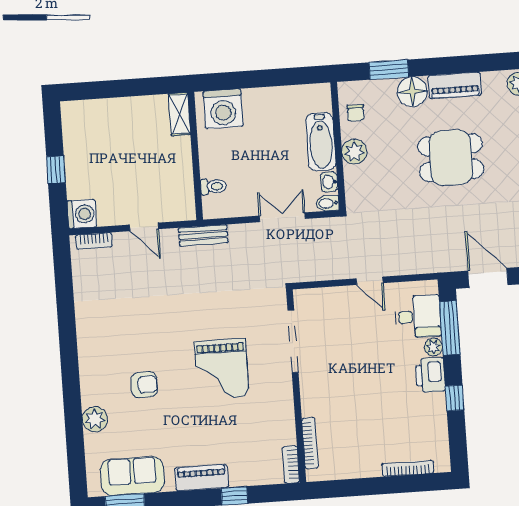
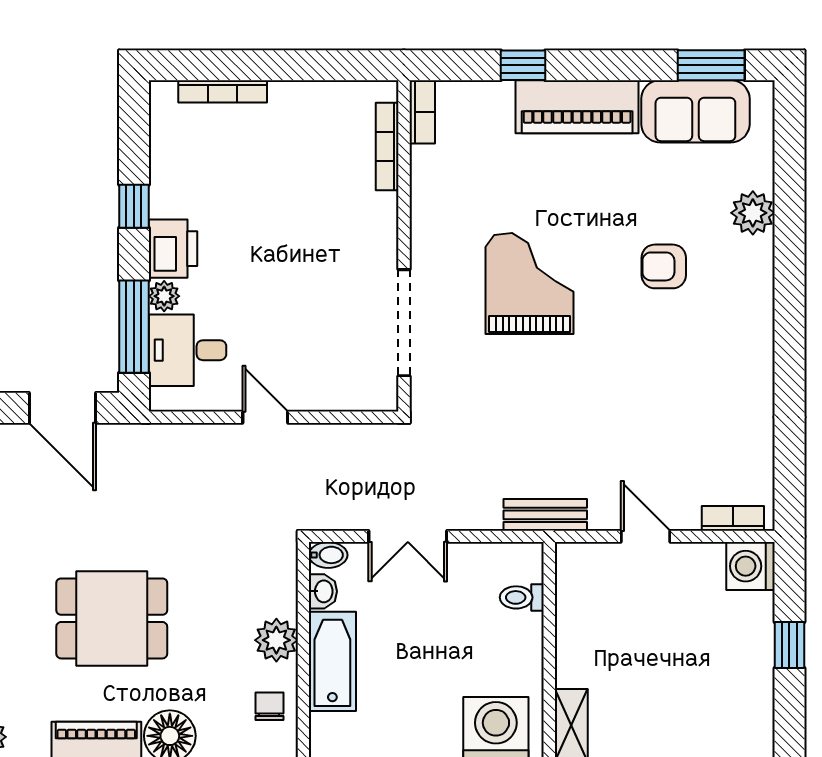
piano: (202, 478) -> (577, 107), width x1.37, depth x1.33

